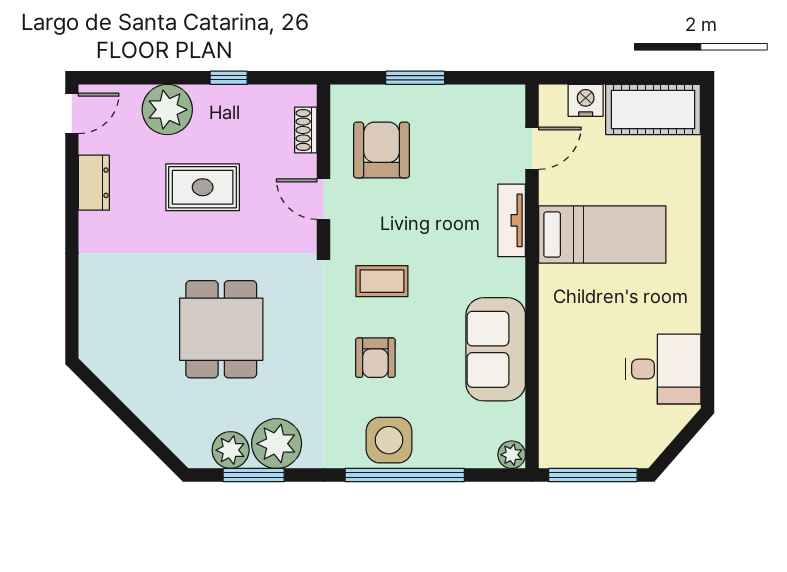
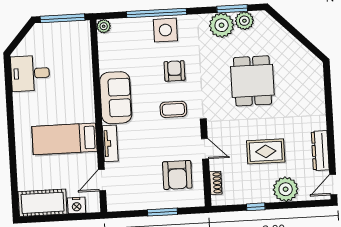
dresser: (94, 183) -> (320, 151), width x1.44
sofa: (496, 349) -> (116, 98), moved

